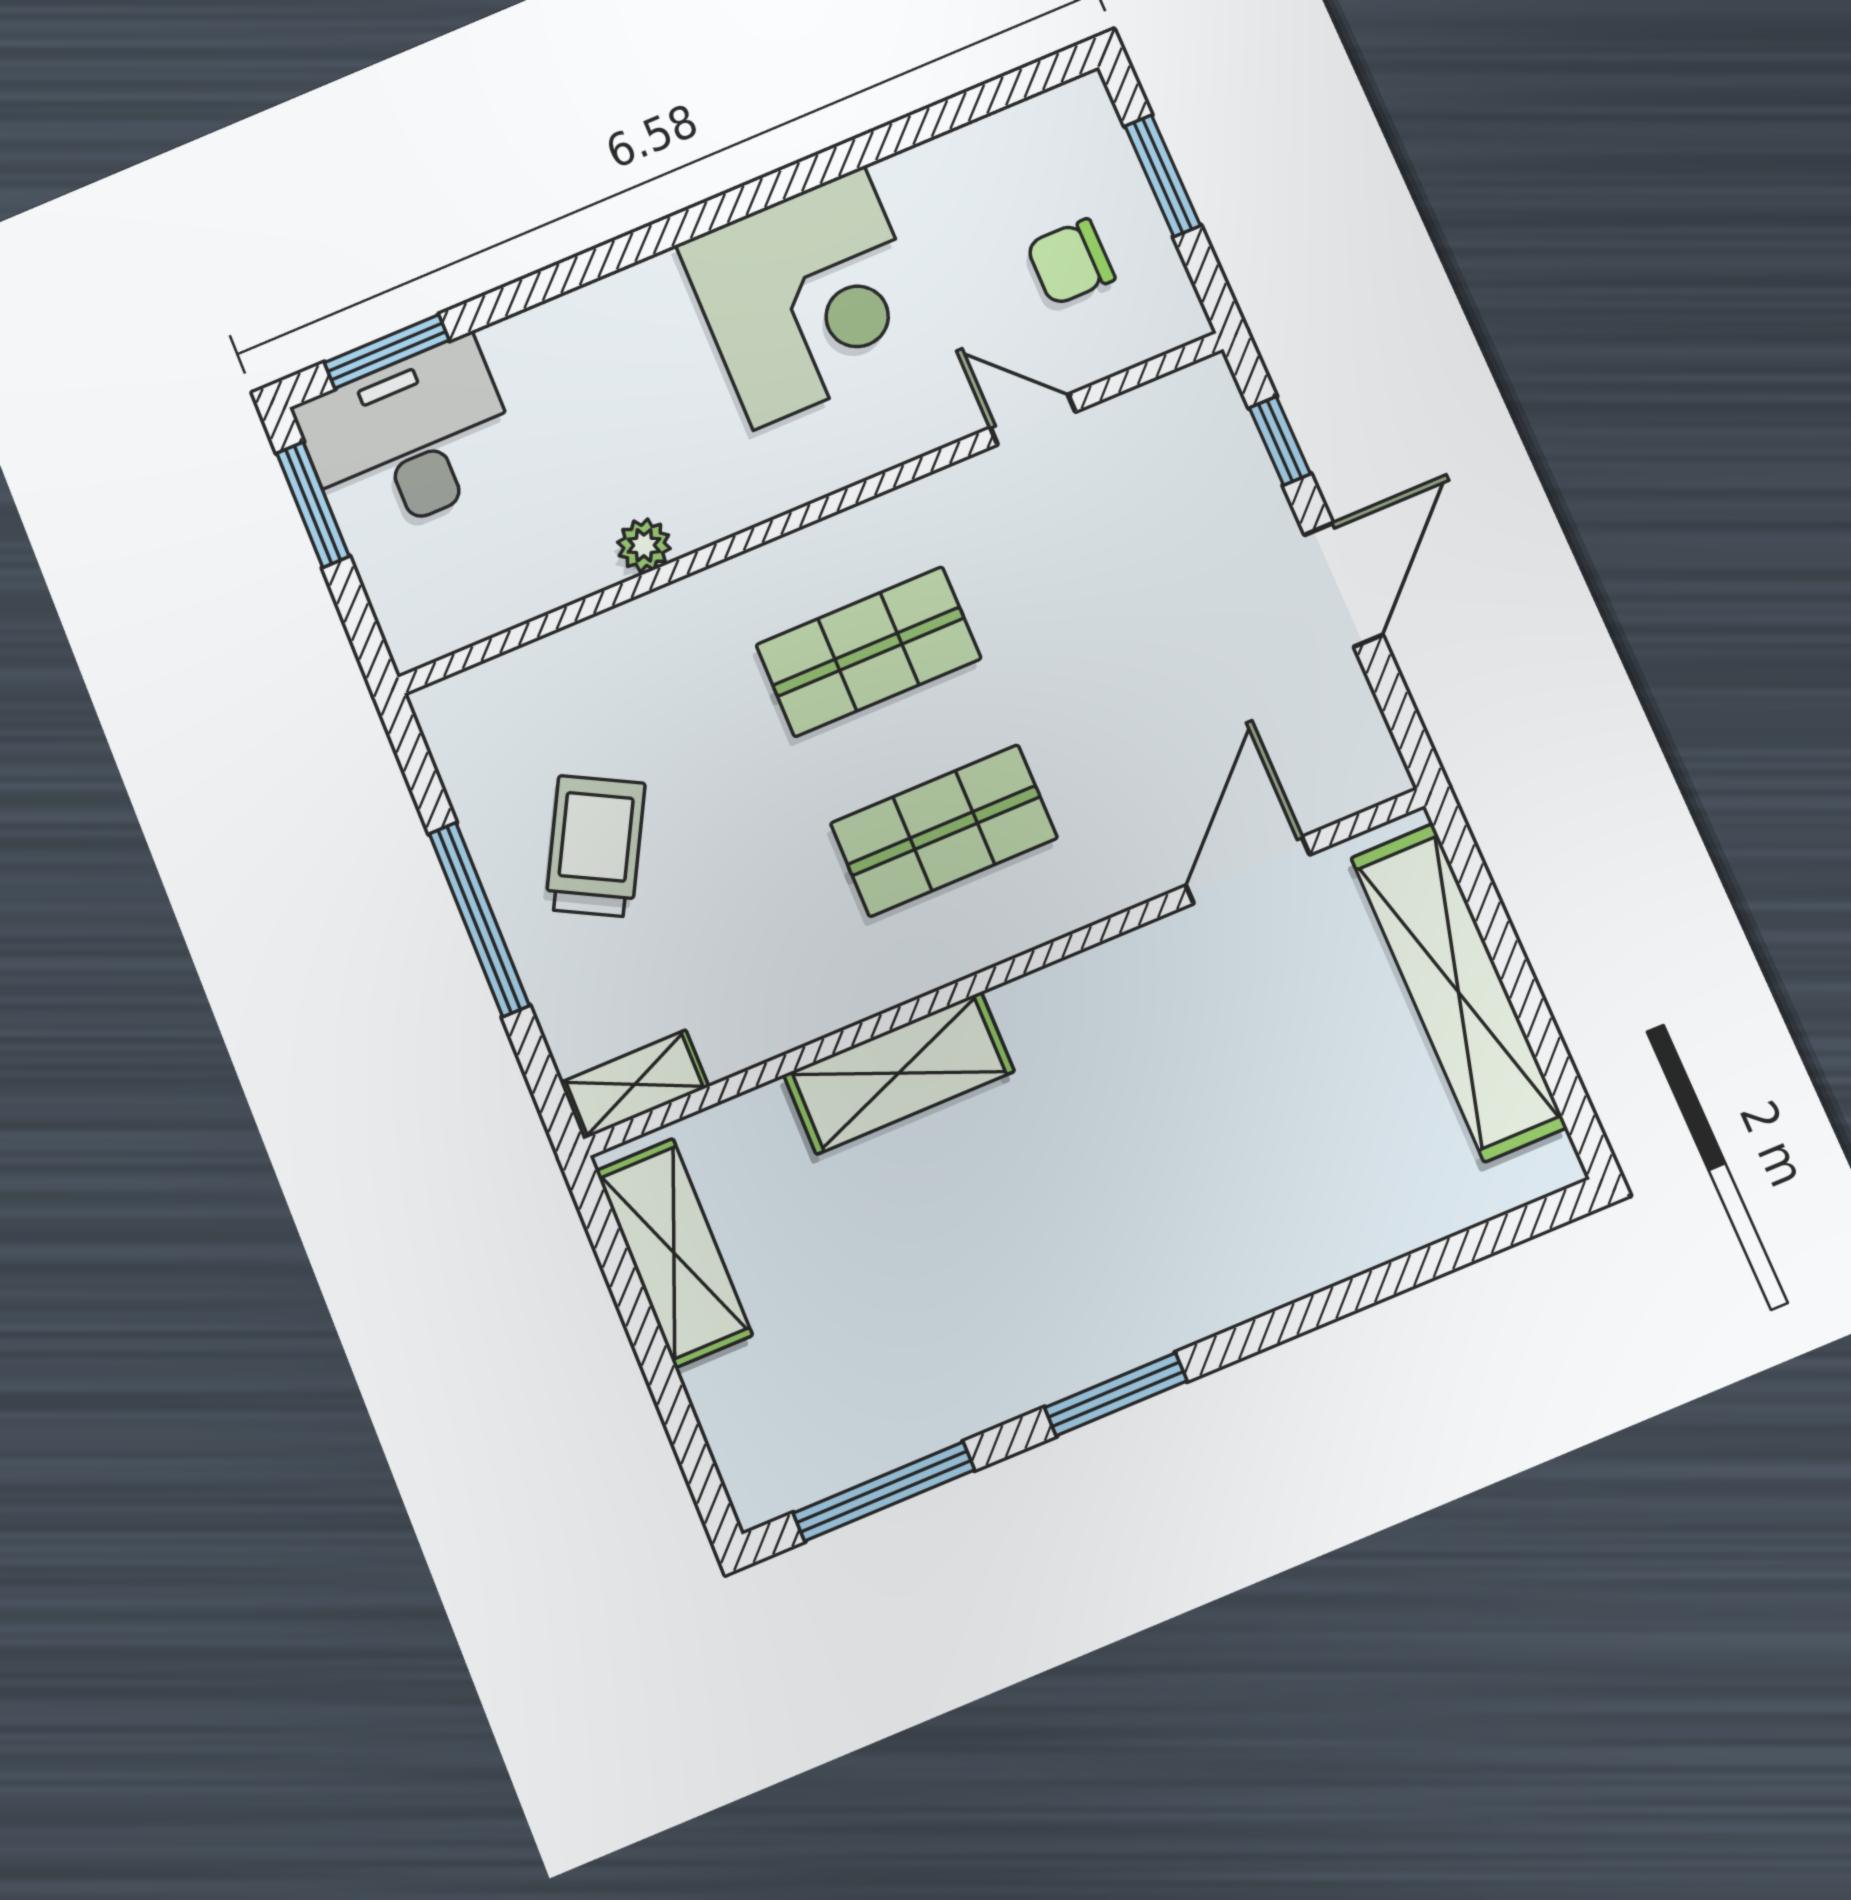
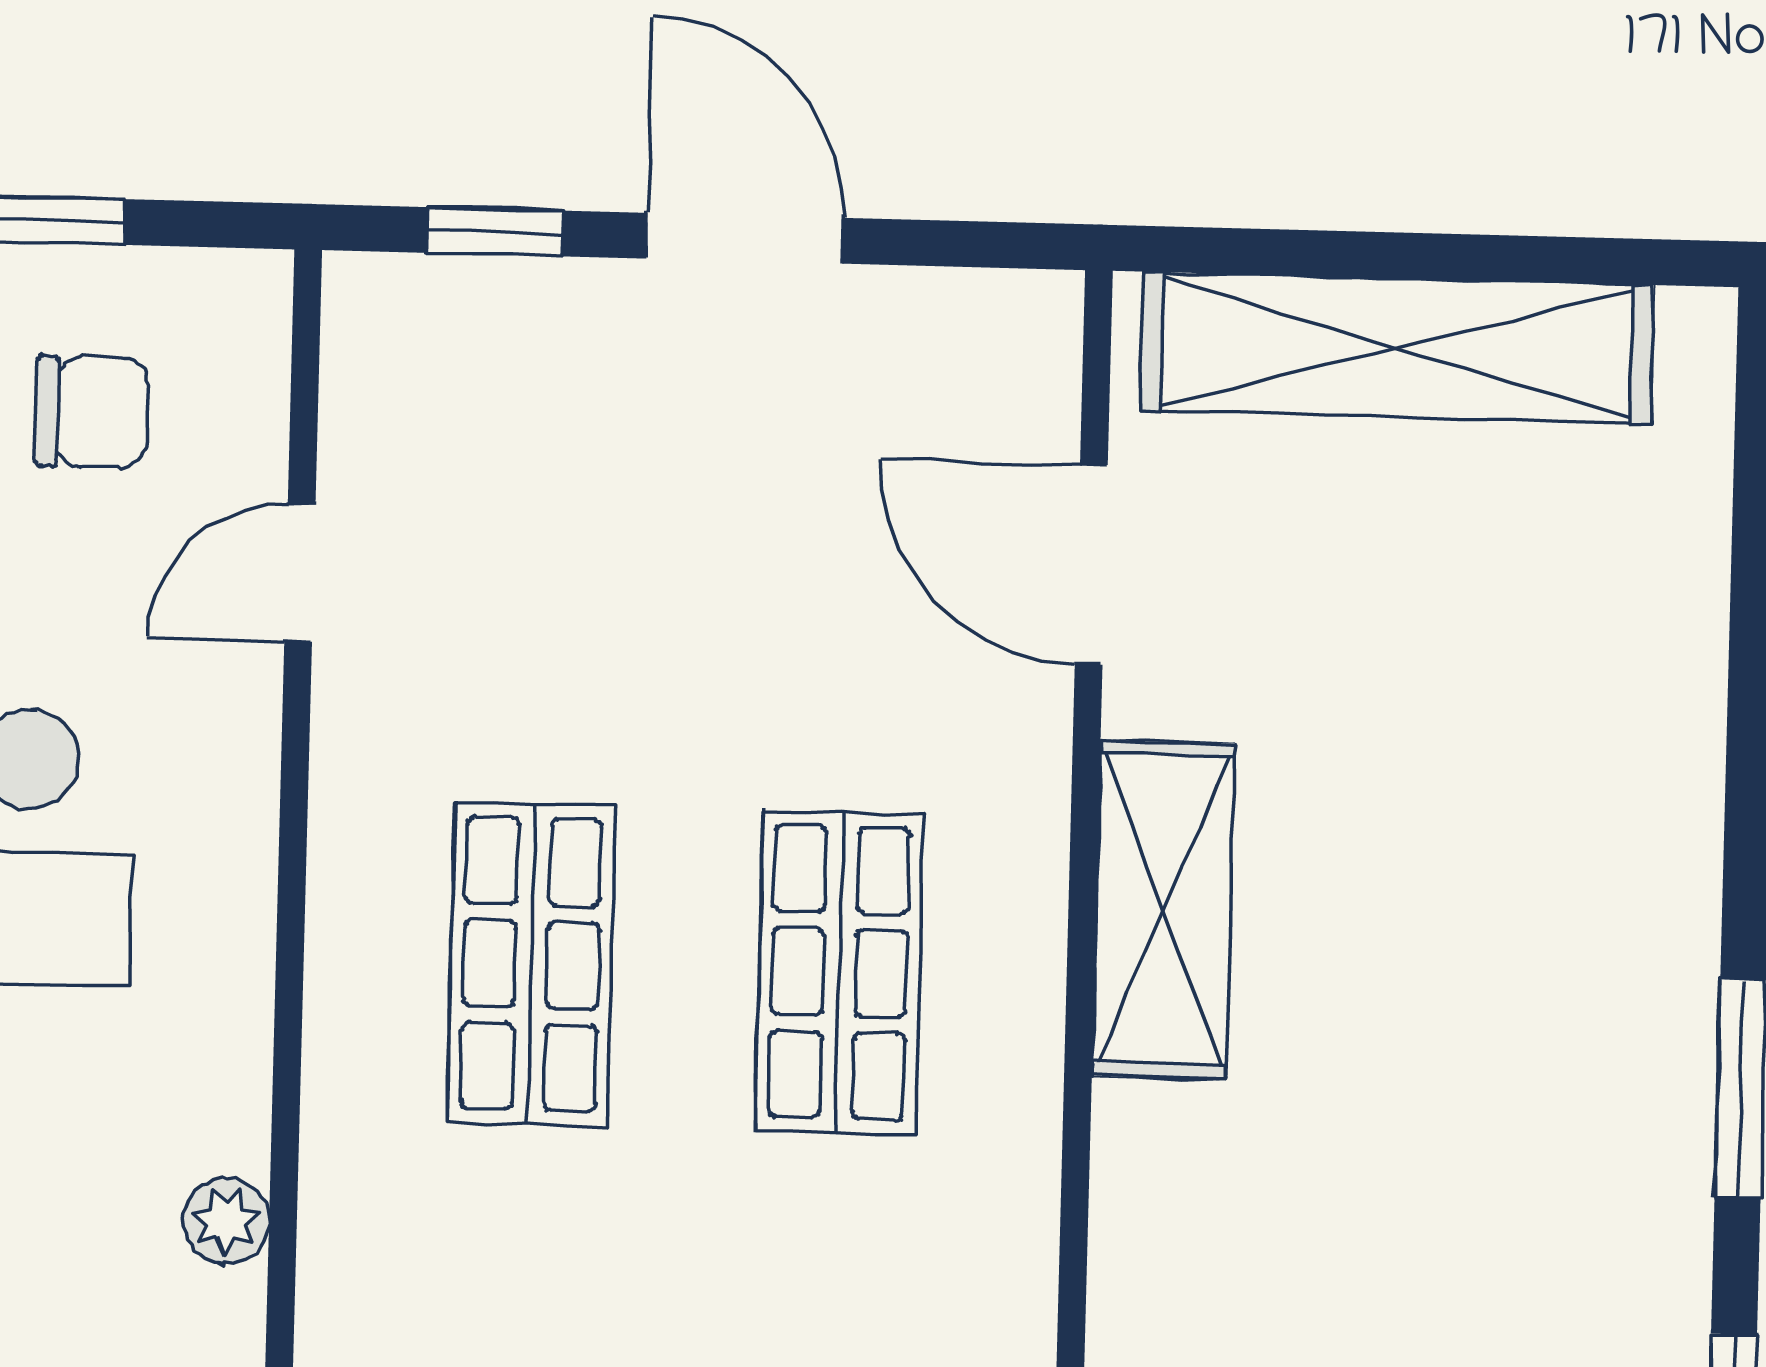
chair: (1071, 262) -> (91, 412), turned -90
shelving: (899, 1073) -> (1163, 910), moved

